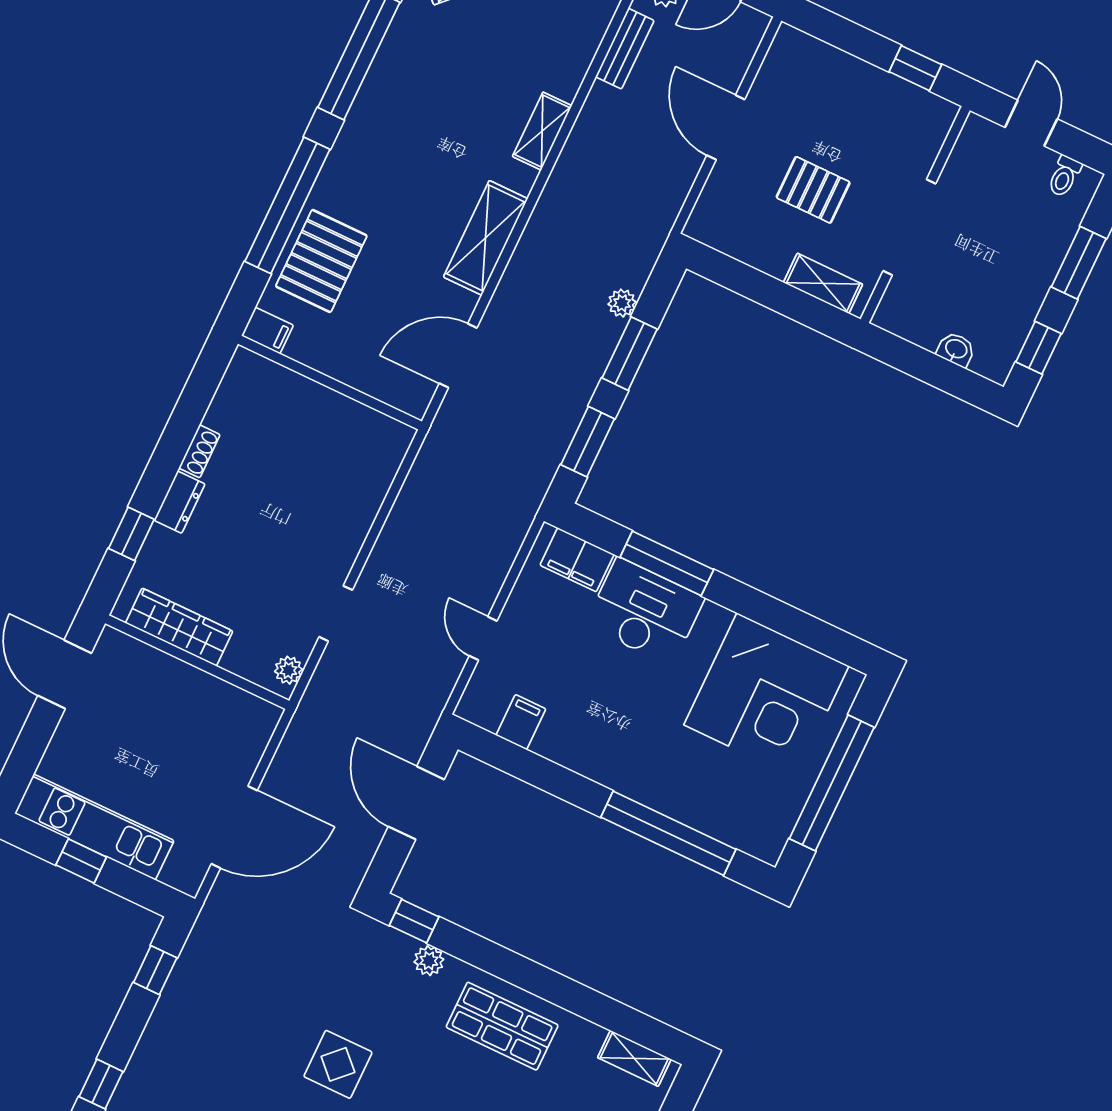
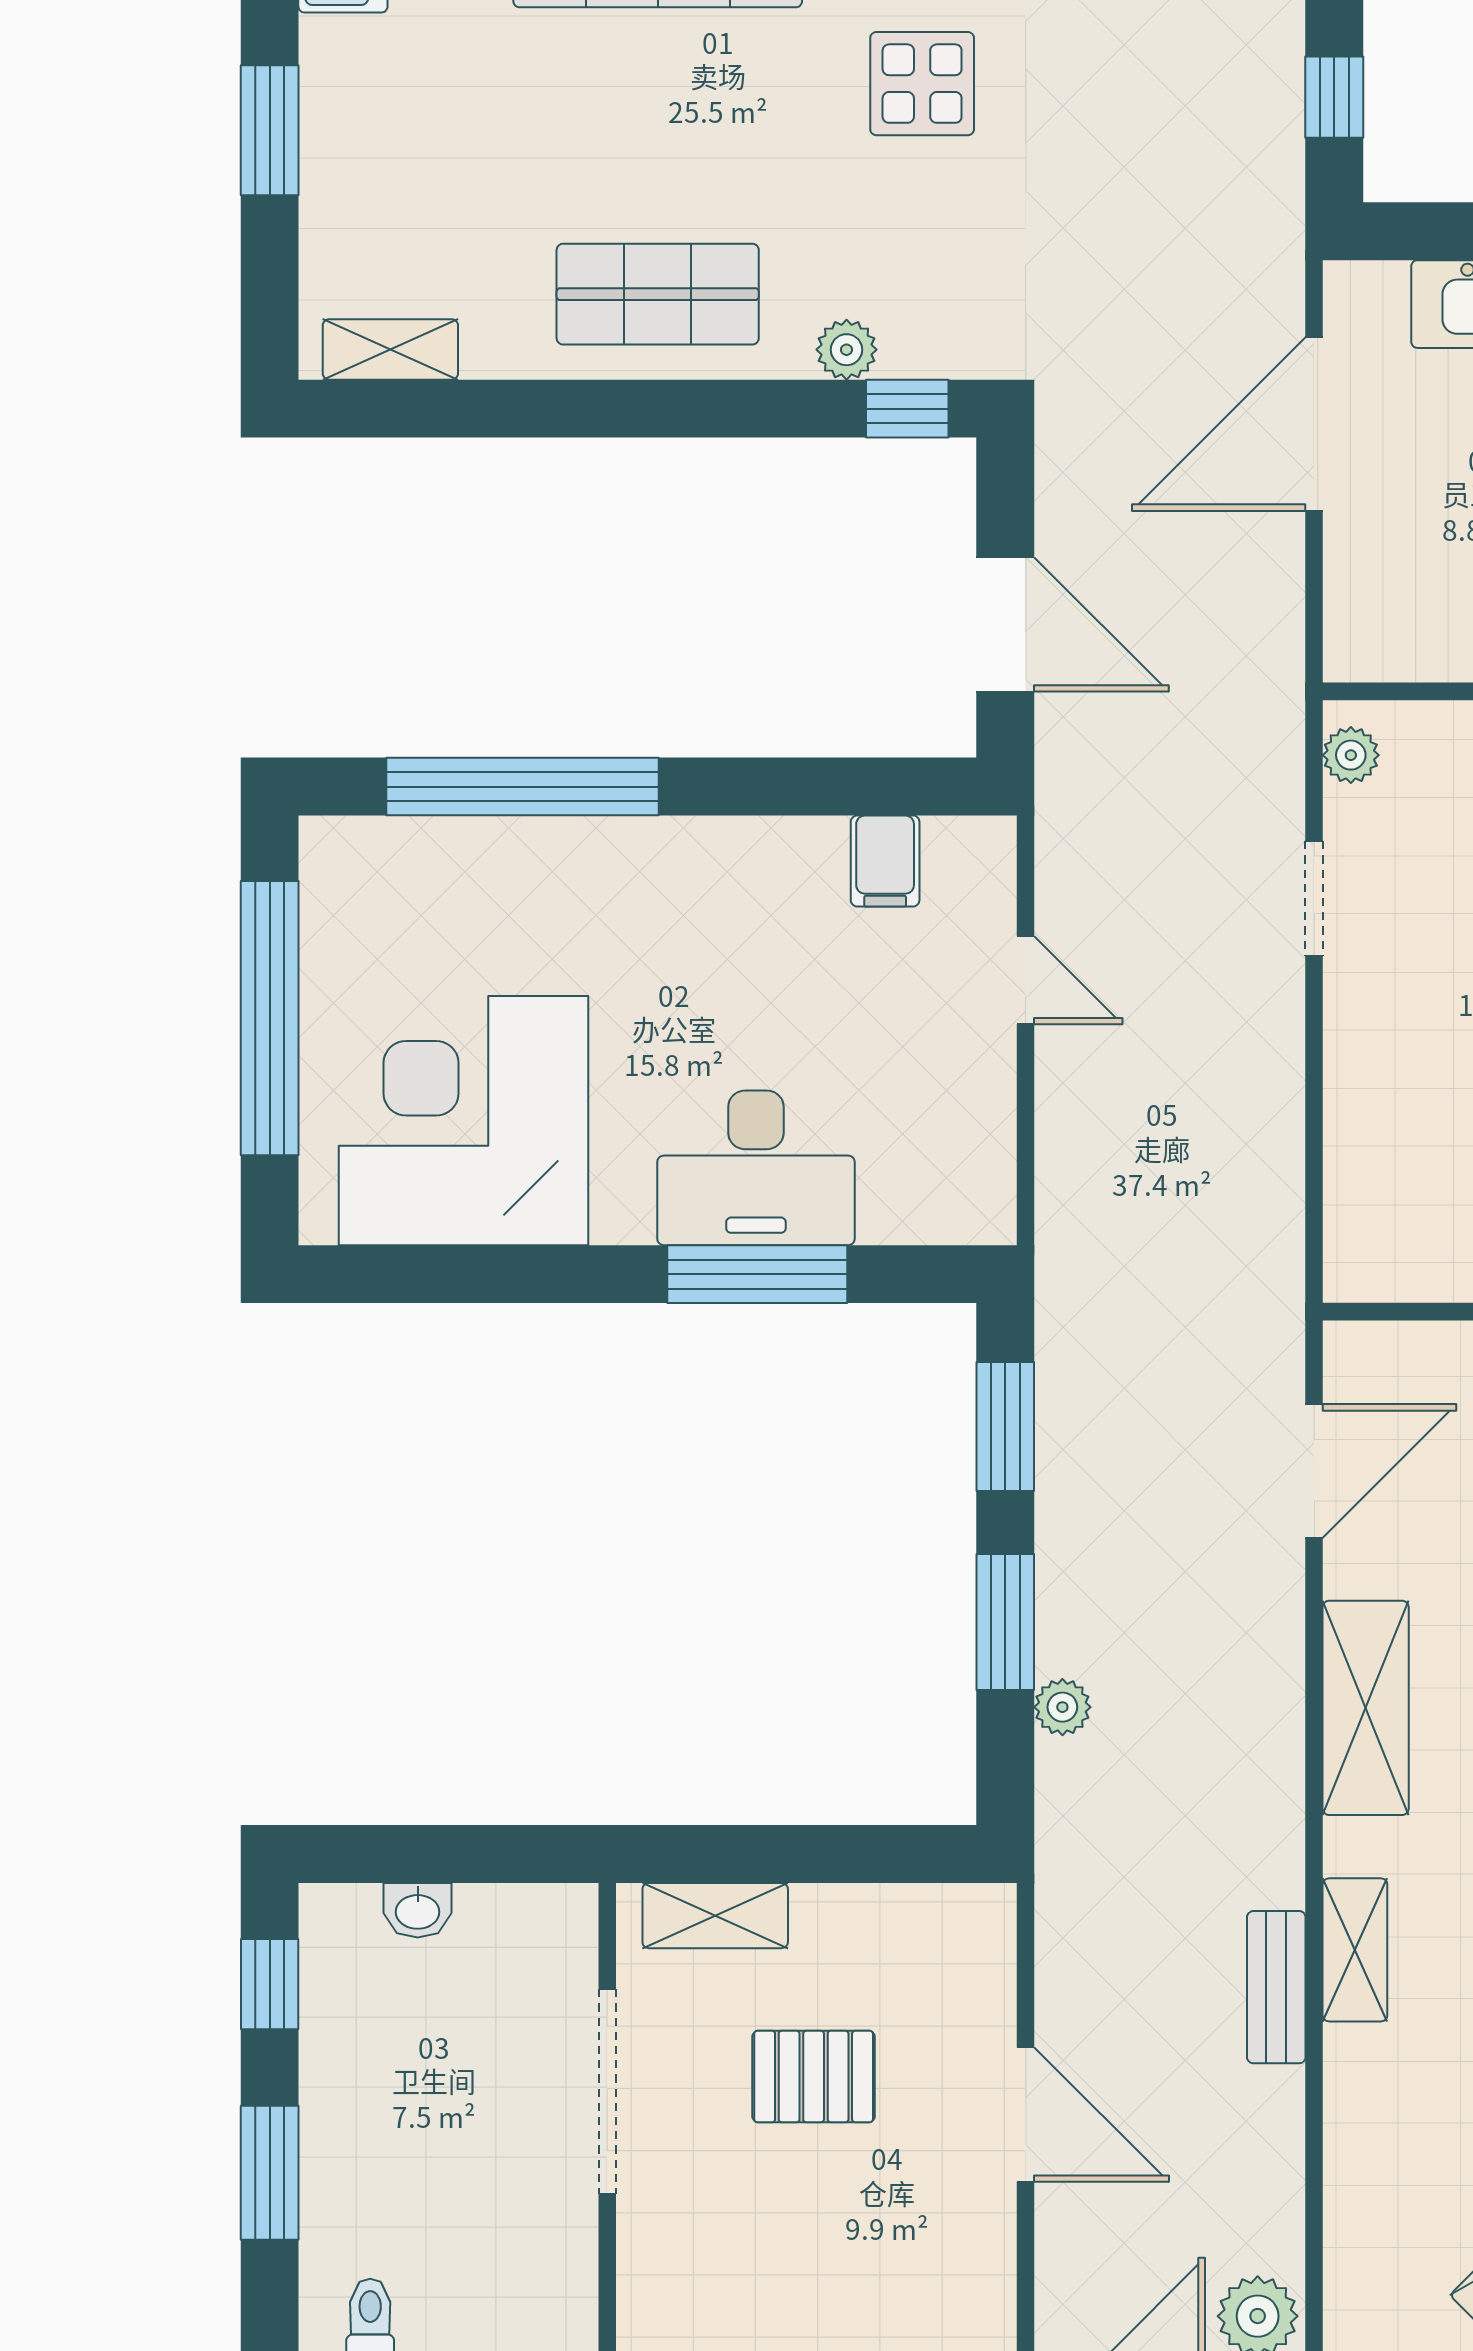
bench: (625, 49) -> (1276, 1987), moved
filing cabinet: (577, 560) -> (923, 1203), removed

